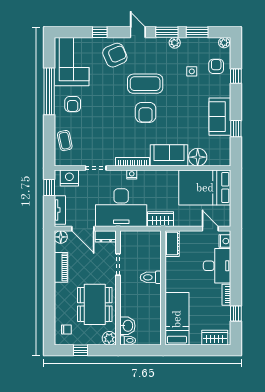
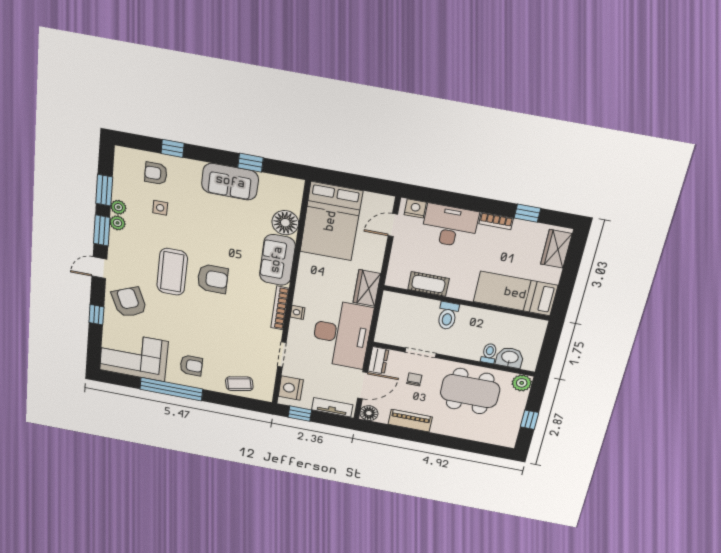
plant: (224, 43) -> (118, 207), moved
cot: (172, 244) -> (428, 284), moved
chair: (66, 329) -> (414, 379), moved
toilet: (128, 340) -> (489, 353), moved

